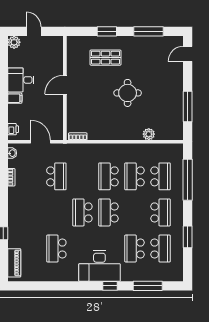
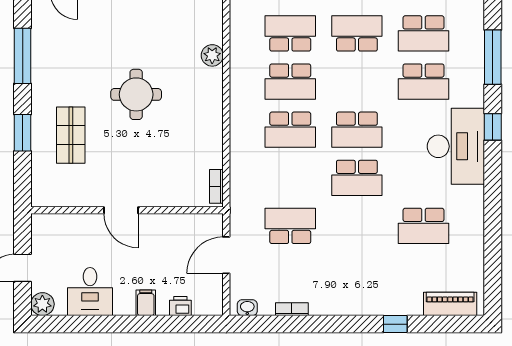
desk: (21, 80) -> (90, 292), moved
printer: (13, 129) -> (180, 306), moved
school desk: (161, 249) -> (424, 33), turned 180

